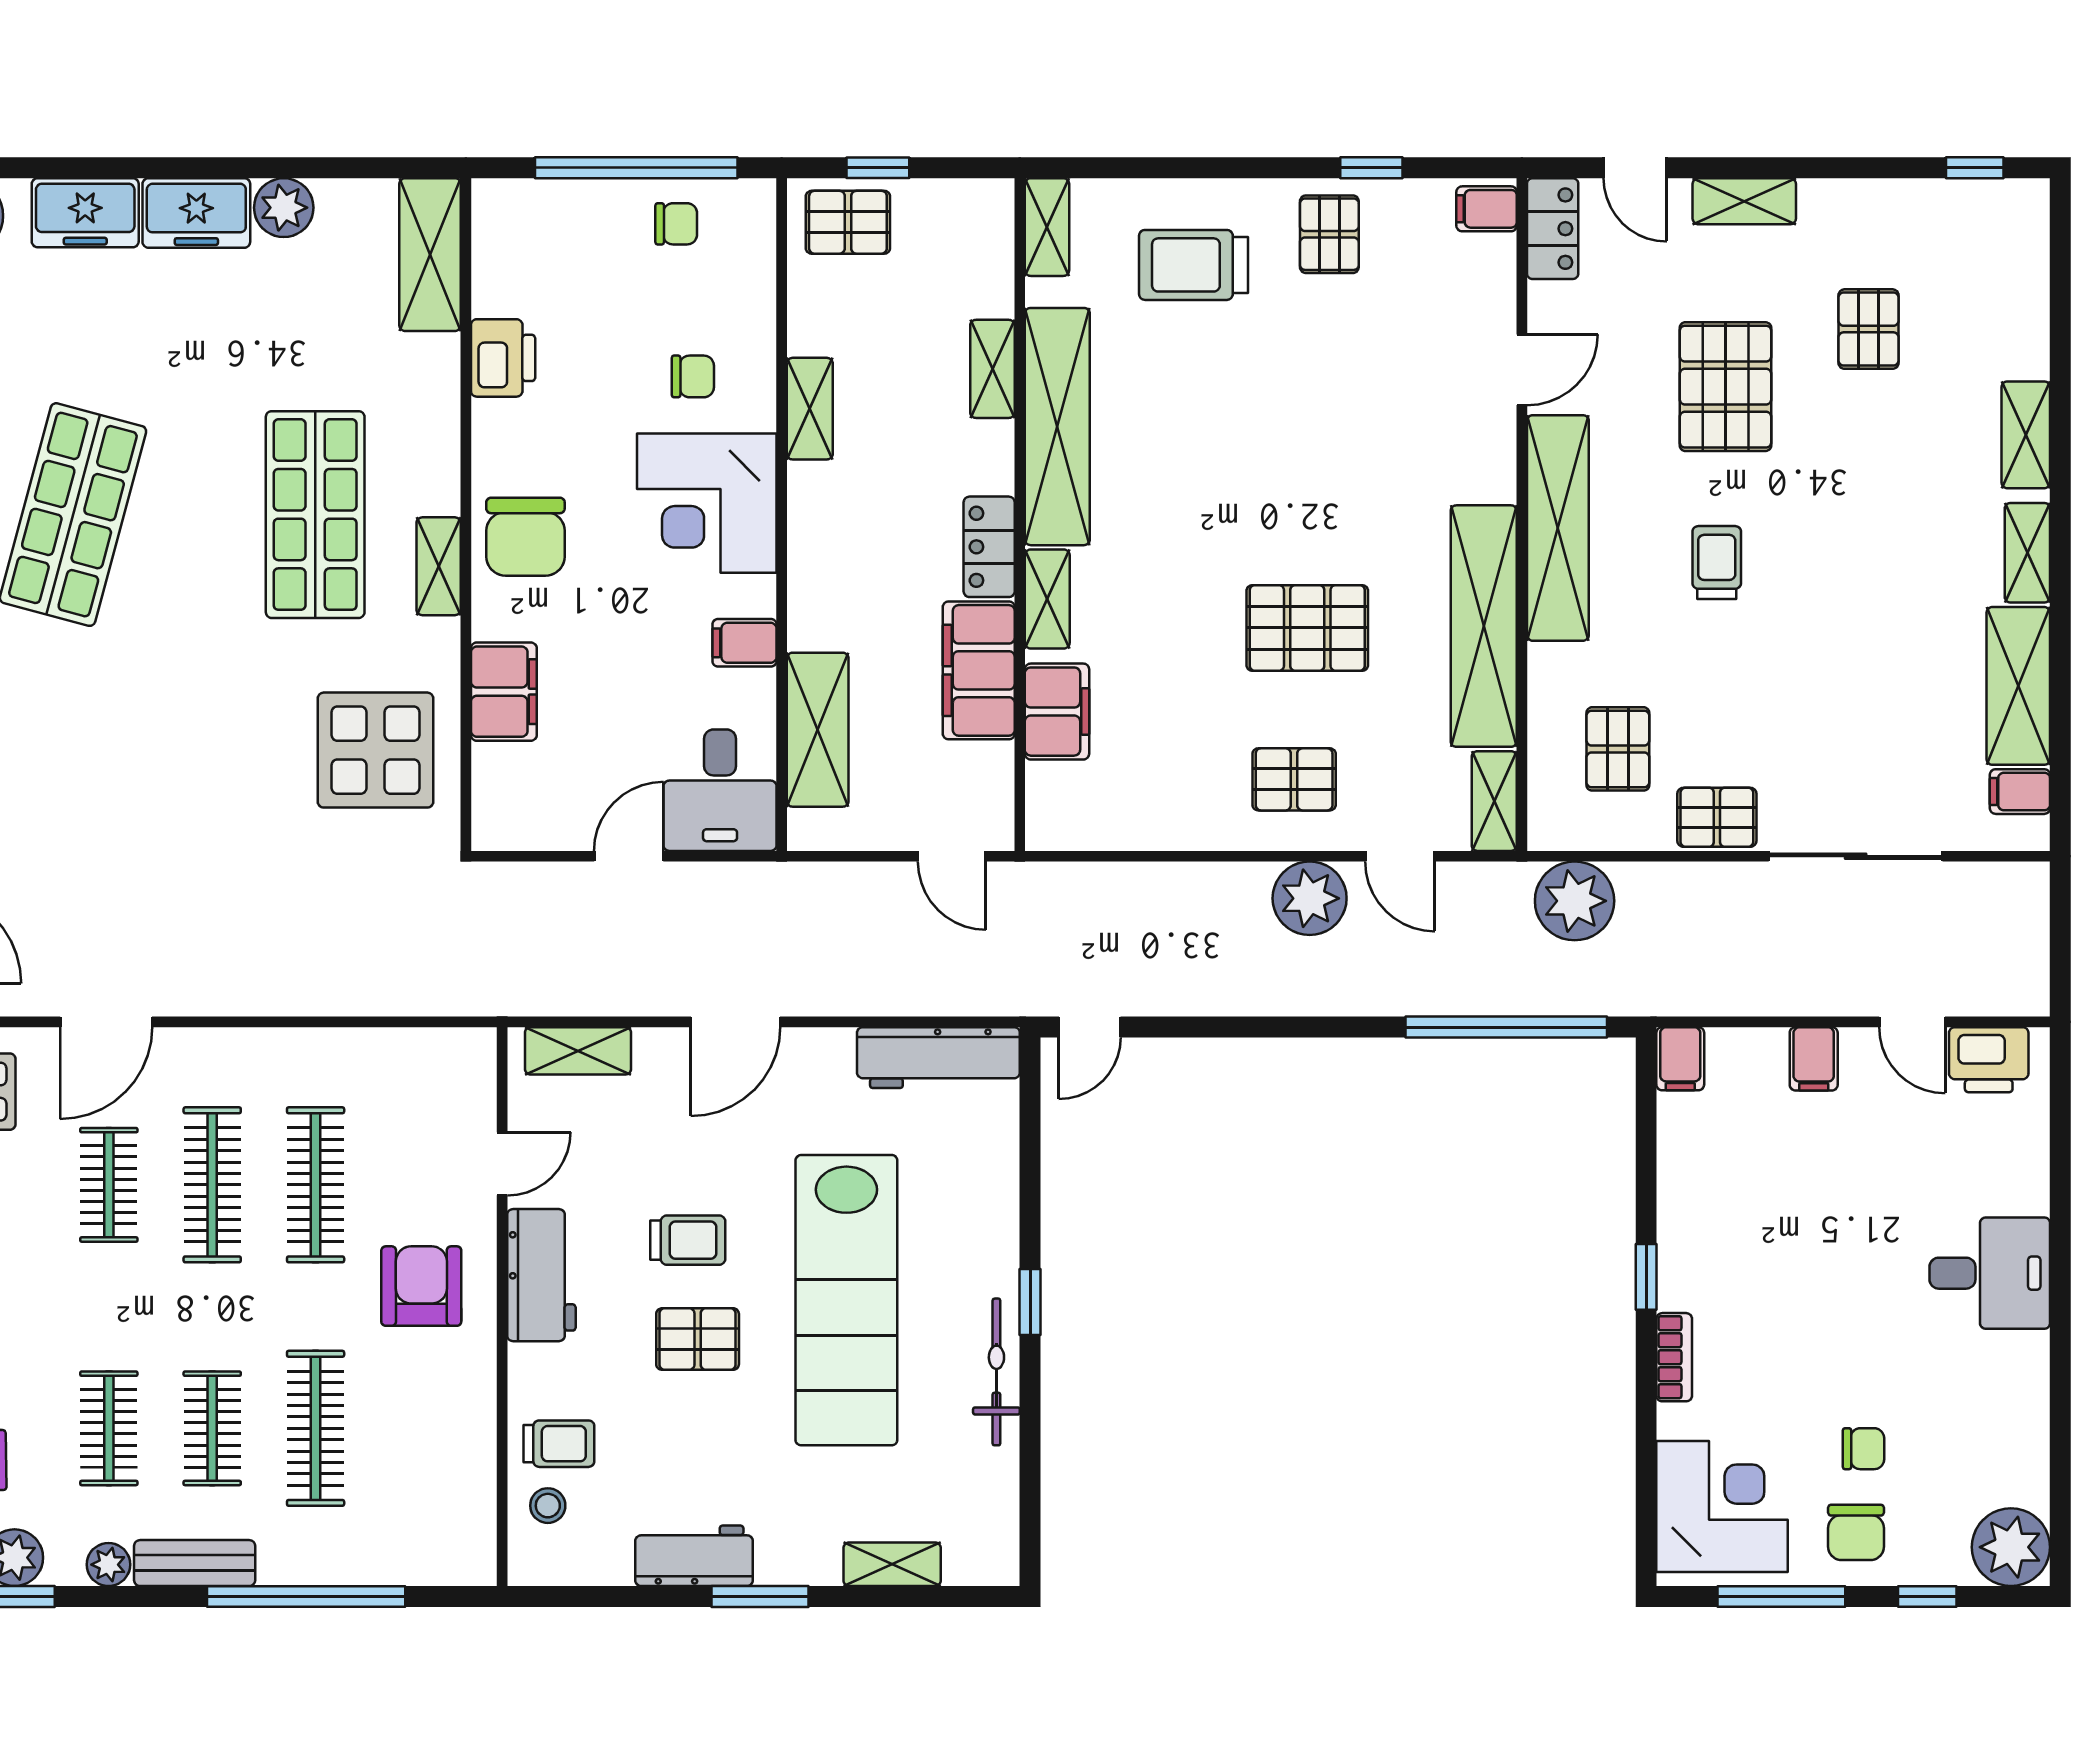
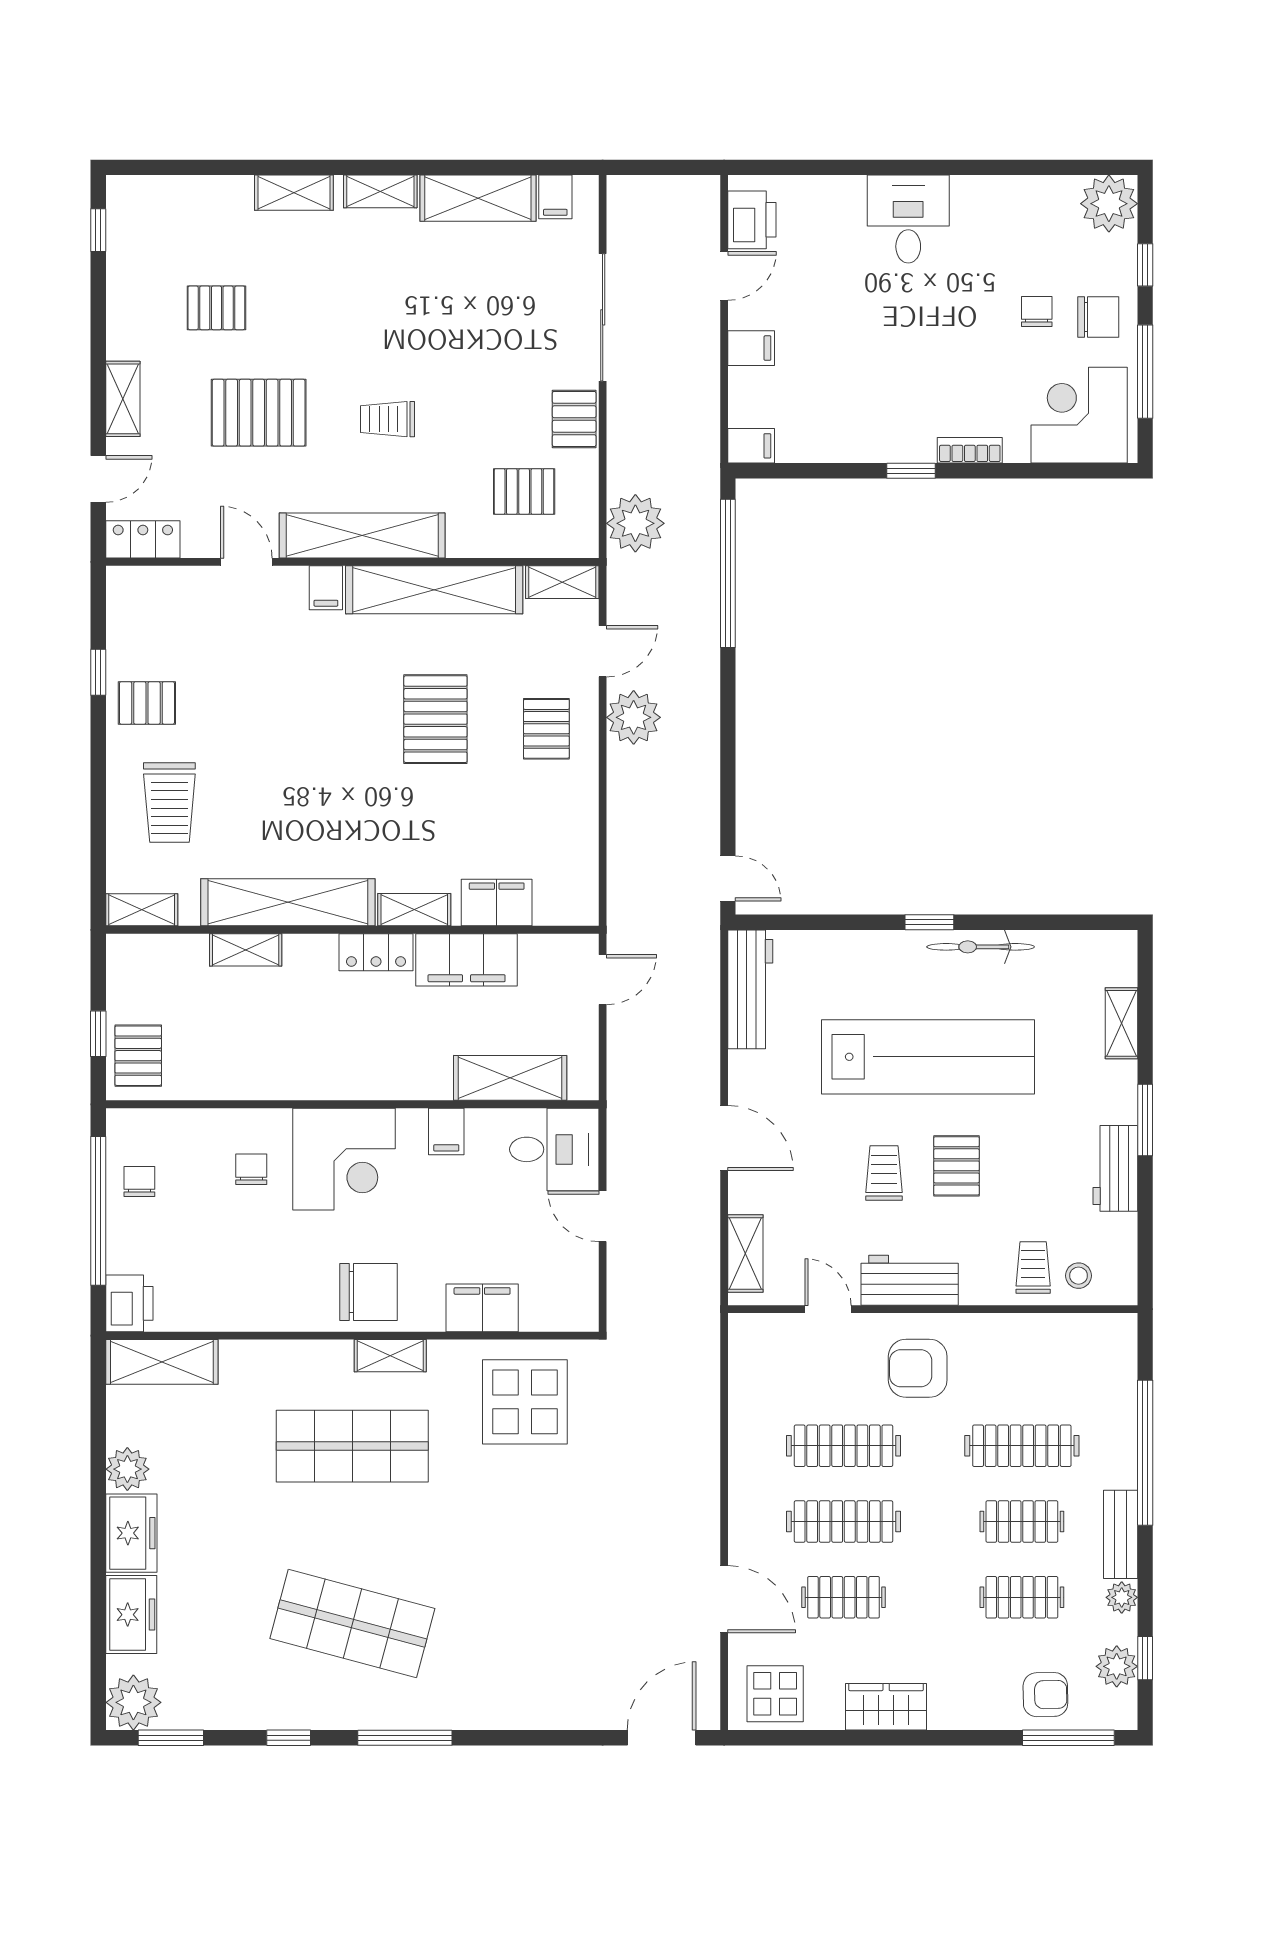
filing cabinet: (1487, 209) -> (326, 588), moved
printer: (503, 358) -> (129, 1303), moved, turned 90
shelving: (810, 409) -> (275, 1084), removed

